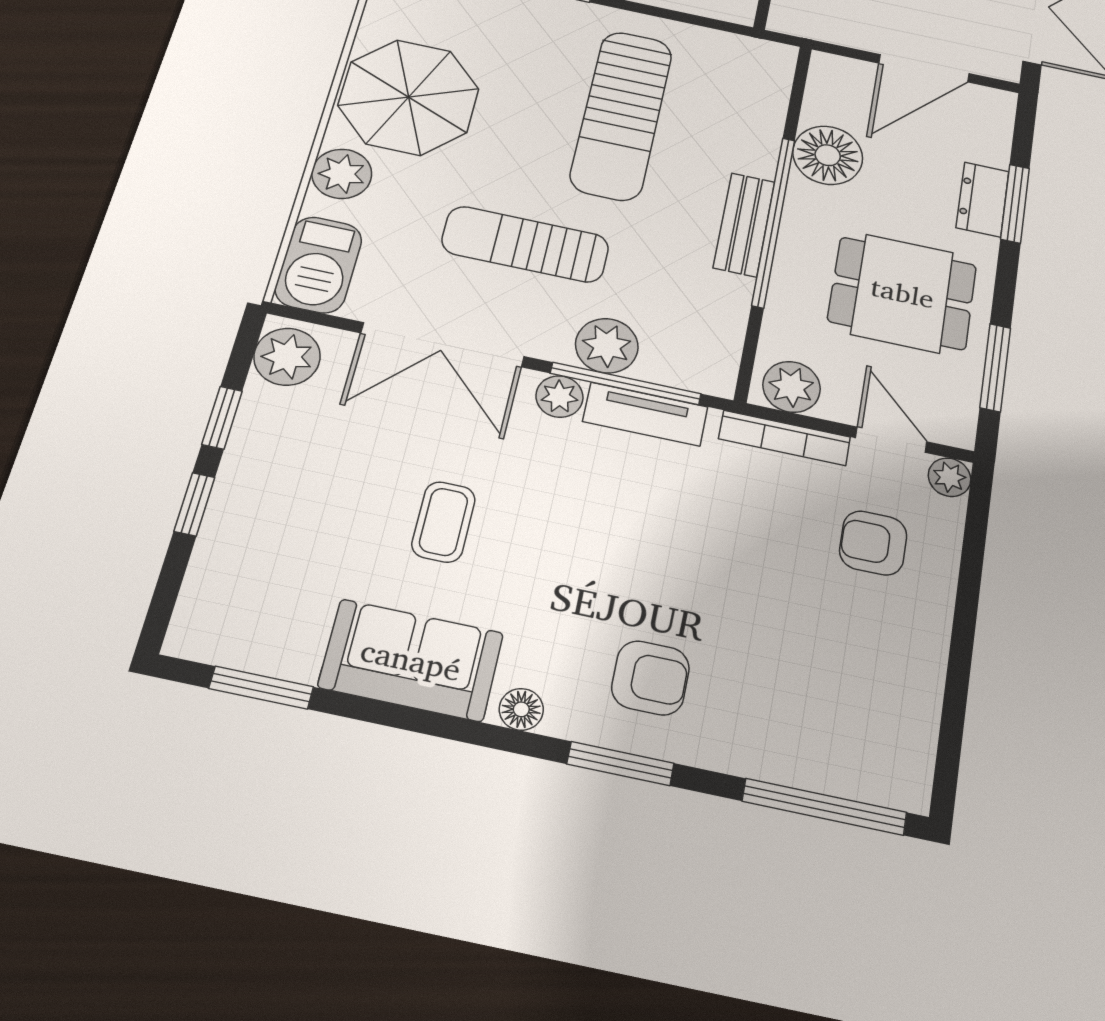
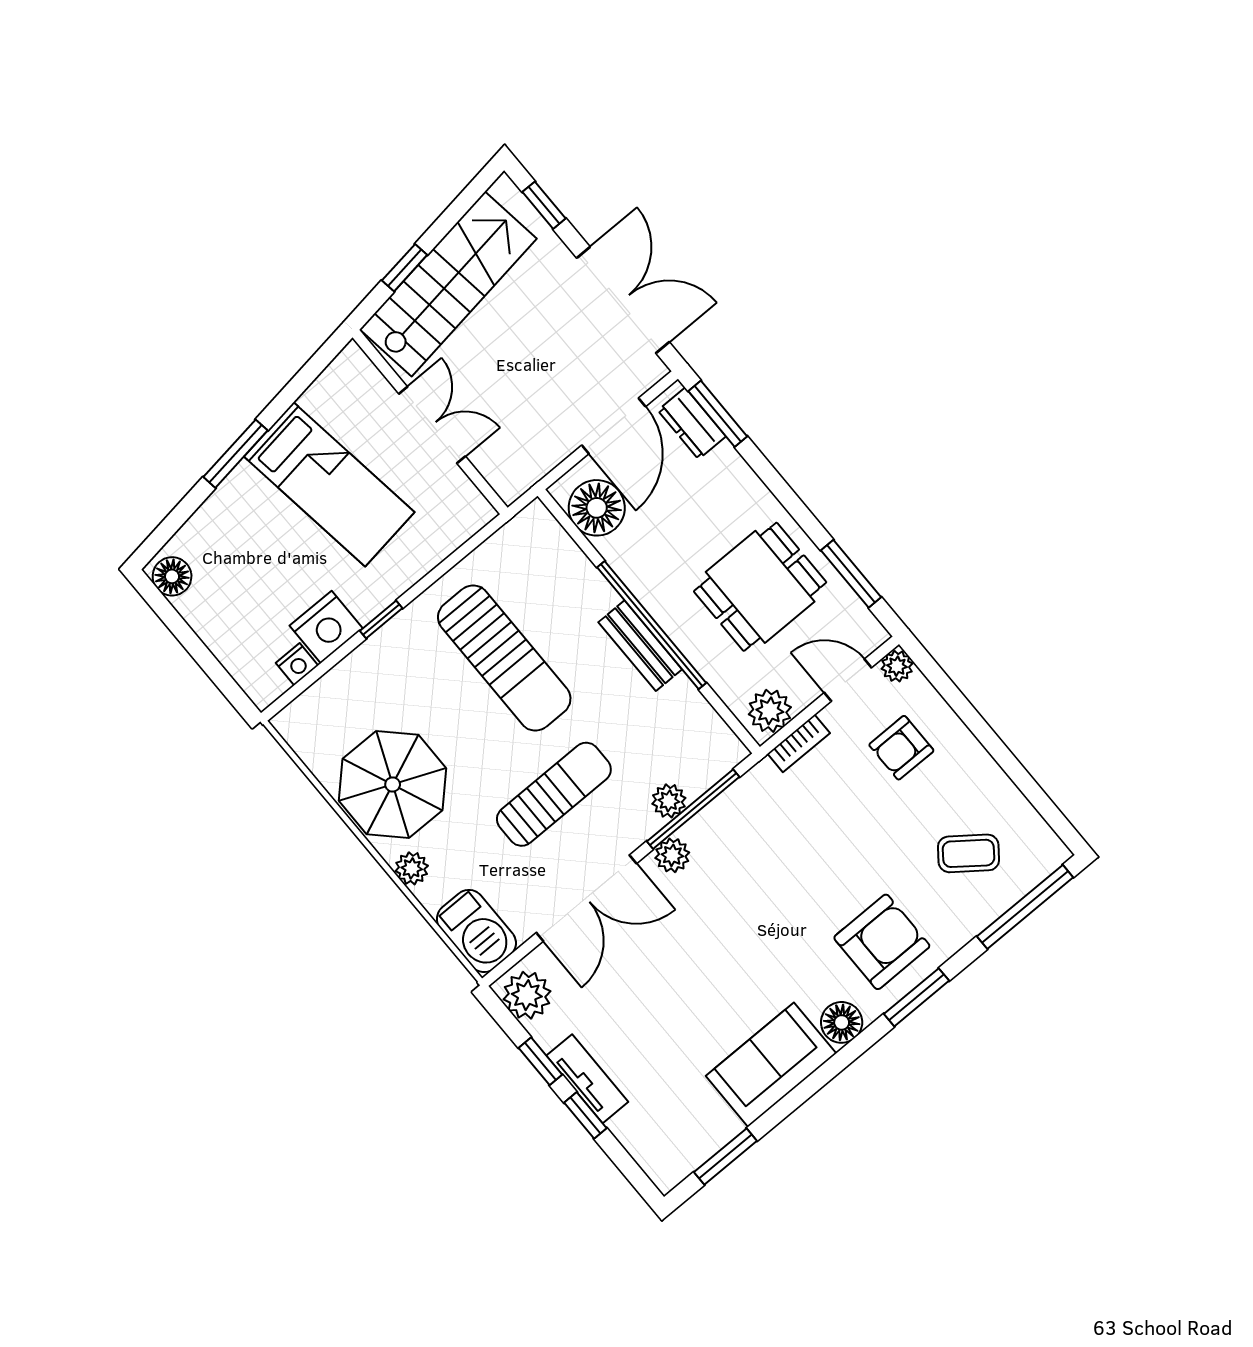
floor lamp: (828, 155) -> (597, 508), moved
plant: (342, 174) -> (412, 868), width x0.73, depth x0.73
dresser: (983, 199) -> (692, 423), moved
window: (1015, 204) -> (718, 414), moved
sun lounger: (525, 244) -> (554, 794), turned 180
plant: (607, 346) -> (669, 801), width x0.73, depth x0.73
tv unit: (645, 414) -> (587, 1079), moved, turned -90
bookcase: (784, 438) -> (799, 743), width x0.64
coffee table: (444, 522) -> (969, 853), moved, turned -53
armchair: (650, 678) -> (882, 942), width x1.38, depth x1.38
floor lamp: (521, 709) -> (842, 1022), width x1.37, depth x1.37

